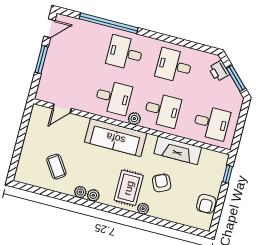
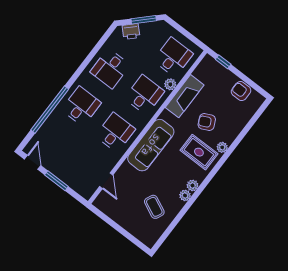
desk: (125, 53) -> (81, 106), turned 180
plant: (134, 119) -> (170, 84), moved
coffee table: (56, 167) -> (154, 207), turned 59
armchair: (206, 204) -> (241, 91), turned 180

